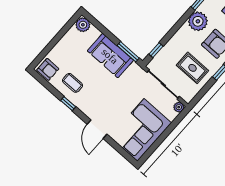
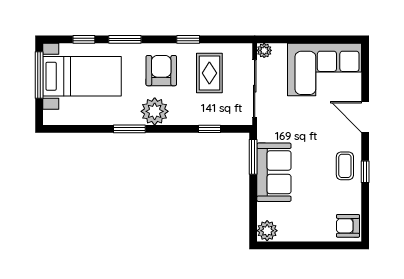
window: (156, 50) -> (209, 129), moved
armchair: (48, 69) -> (348, 226), turned -90
coffee table: (73, 83) -> (345, 166), moved
door: (97, 129) -> (365, 117), swing flipped

